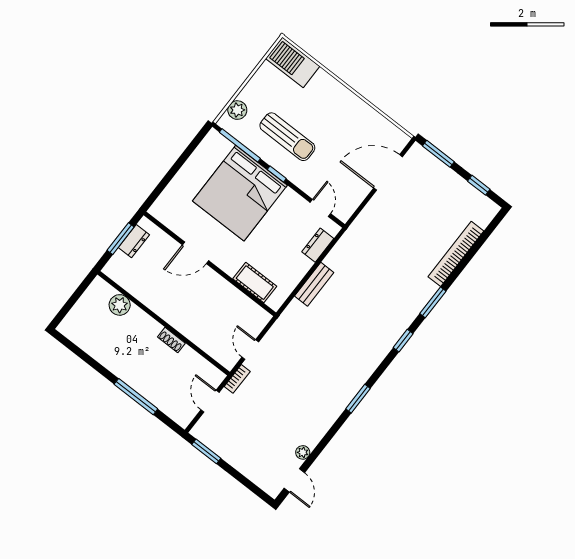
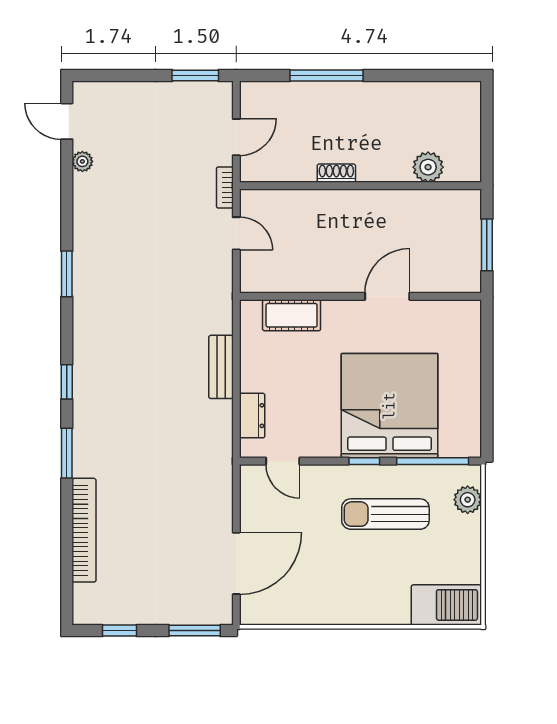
dresser: (134, 241) -> (469, 254), removed
door: (210, 401) -> (236, 137), hinge flipped

